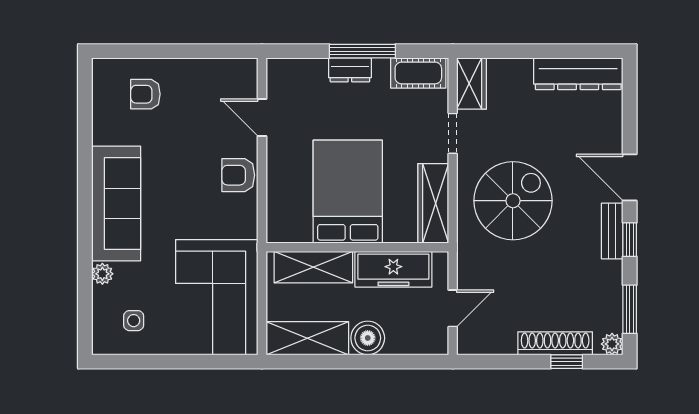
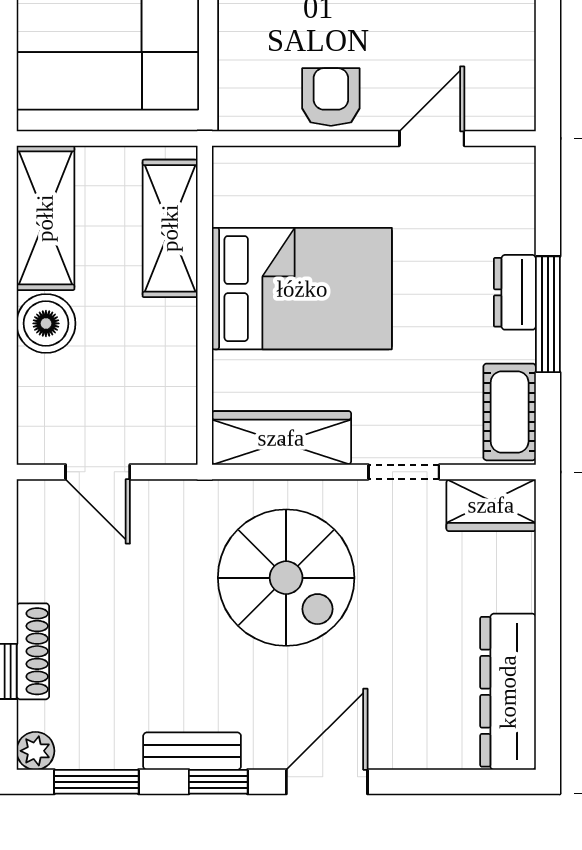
bench: (612, 231) -> (192, 751), moved
freezer: (393, 269) -> (166, 368), removed
shoe rack: (555, 343) -> (33, 651), width x0.74, depth x0.81

